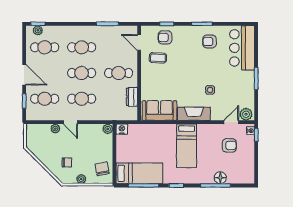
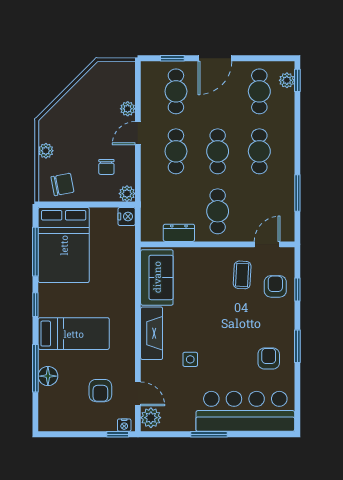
bar counter: (242, 48) -> (245, 411), width x1.36
bed: (187, 146) -> (74, 334), moved, turned 180
chair: (67, 162) -> (106, 167), moved
bed: (139, 173) -> (64, 245), width x1.50

